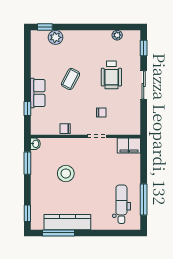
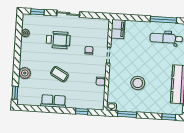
plant: (56, 37) -> (25, 73), moved
row of seats: (38, 93) -> (53, 101), moved

